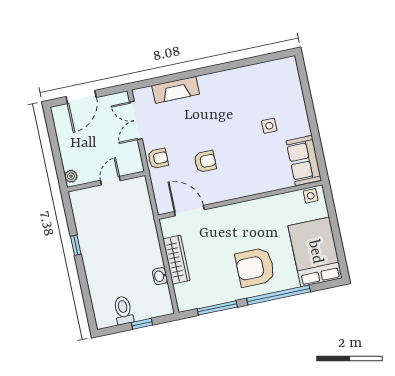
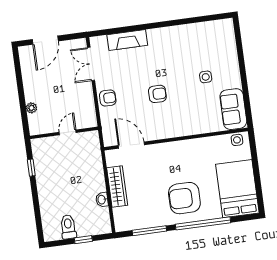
armchair: (205, 161) -> (157, 94), moved
wall: (106, 181) -> (64, 133), moved
door: (110, 181) -> (68, 132), moved

